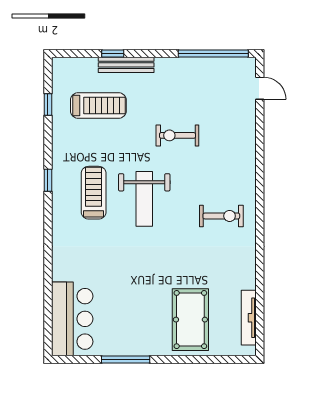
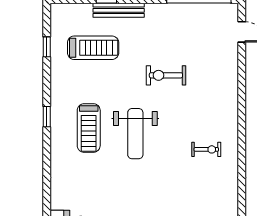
treadmill: (94, 193) -> (89, 128), turned 180
exercise bike: (221, 216) -> (206, 149), width x0.73, depth x0.72

